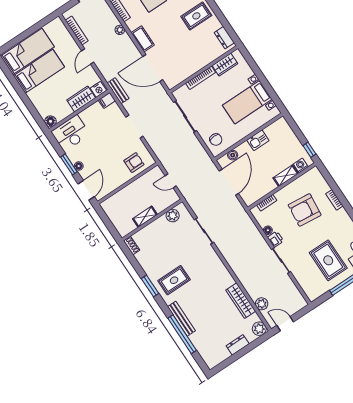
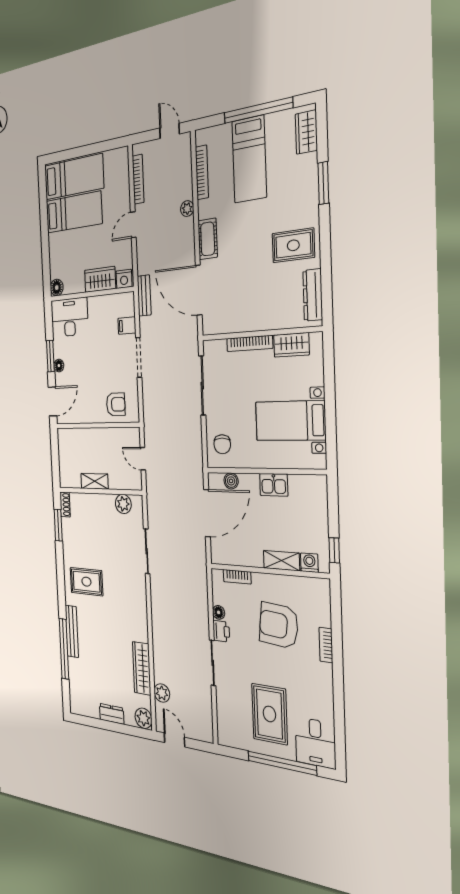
dresser: (224, 38) -> (313, 295), width x1.44
filing cabinet: (107, 100) -> (127, 326), moved
window: (150, 286) -> (58, 525), moved

